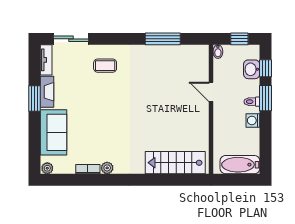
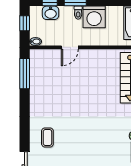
window: (163, 39) -> (25, 74), moved
washing machine: (253, 120) -> (94, 17), width x1.89, depth x1.89

